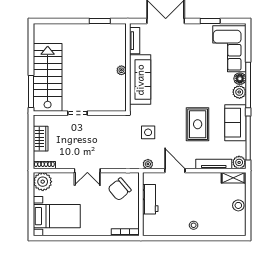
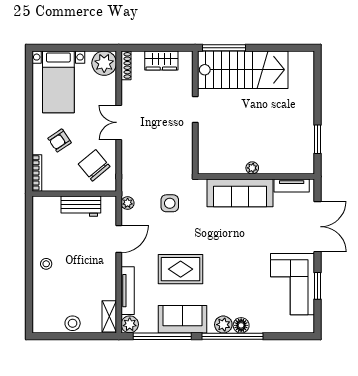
corner sofa: (229, 49) -> (293, 284), moved, turned -90
armchair: (101, 215) -> (60, 140), added

